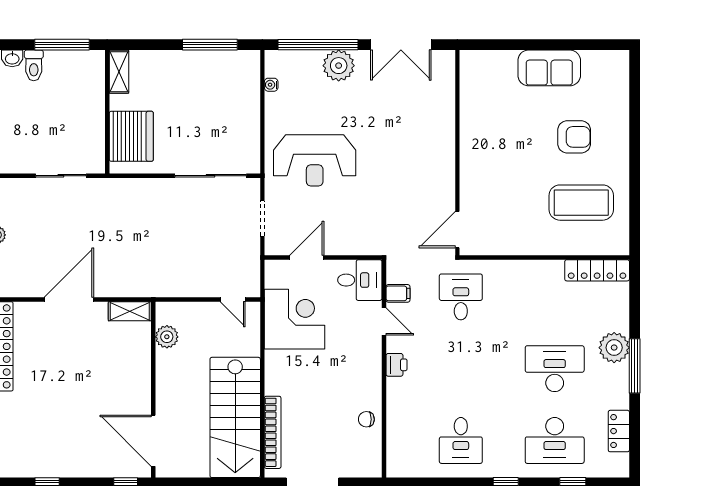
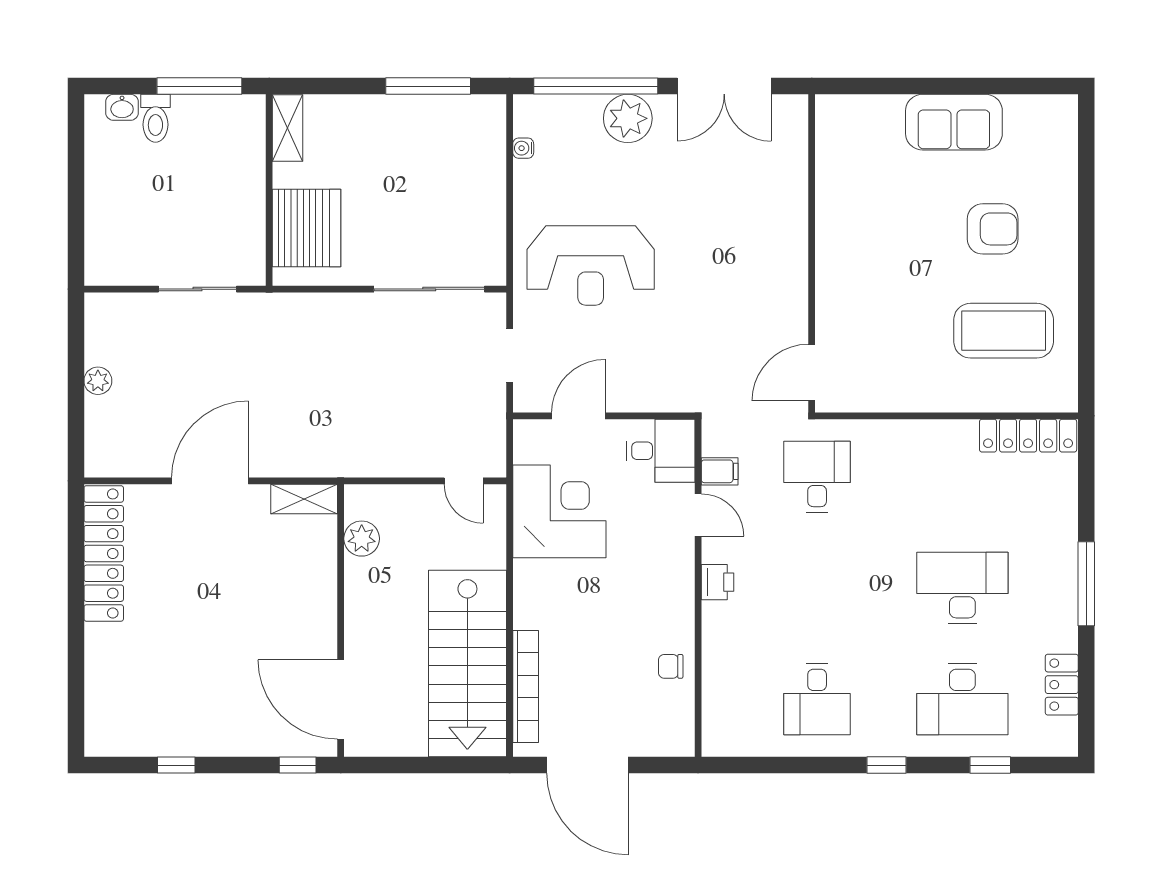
plant: (614, 348) -> (1055, 555), removed

